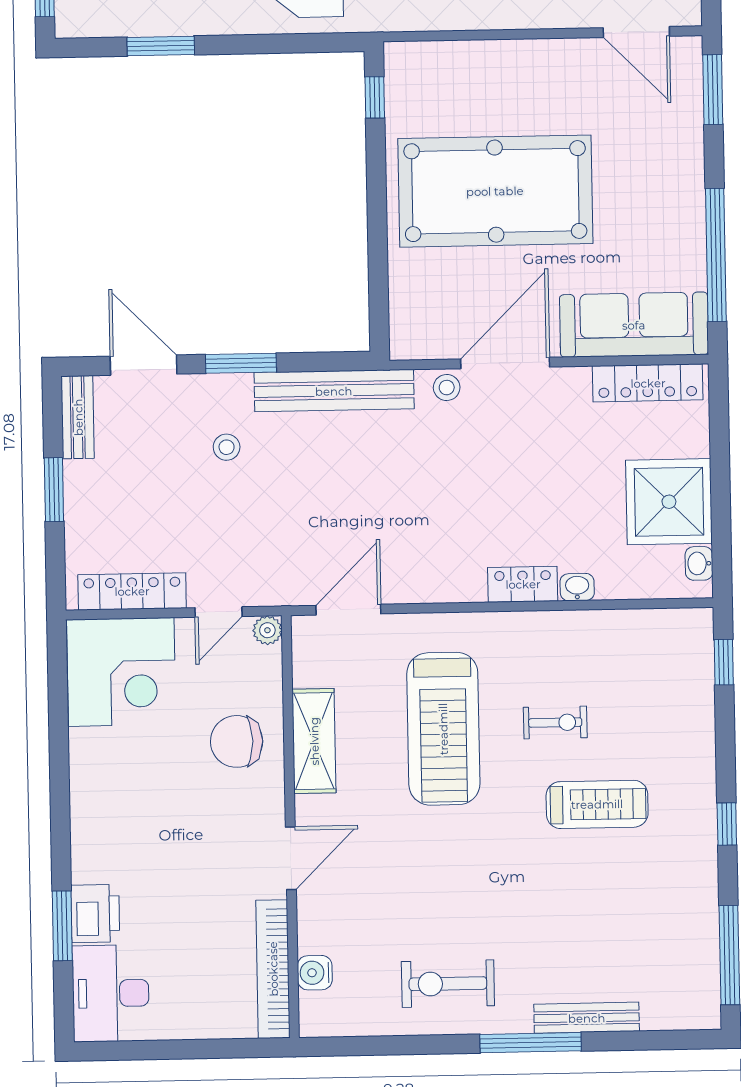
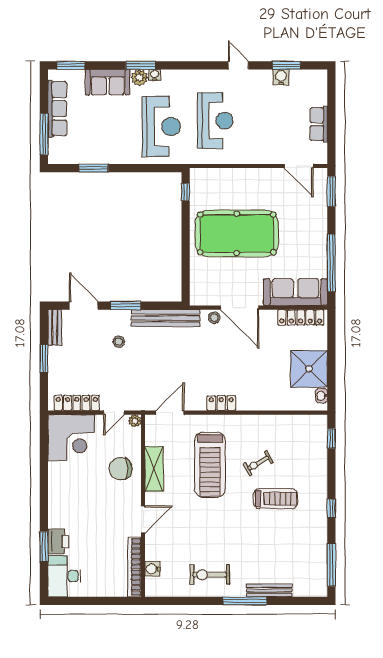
door: (505, 363) -> (240, 308), swing flipped
locker: (523, 584) -> (221, 403), moved
washbasin: (577, 587) -> (269, 405), removed
exercise bike: (555, 723) -> (258, 463), turned 150

